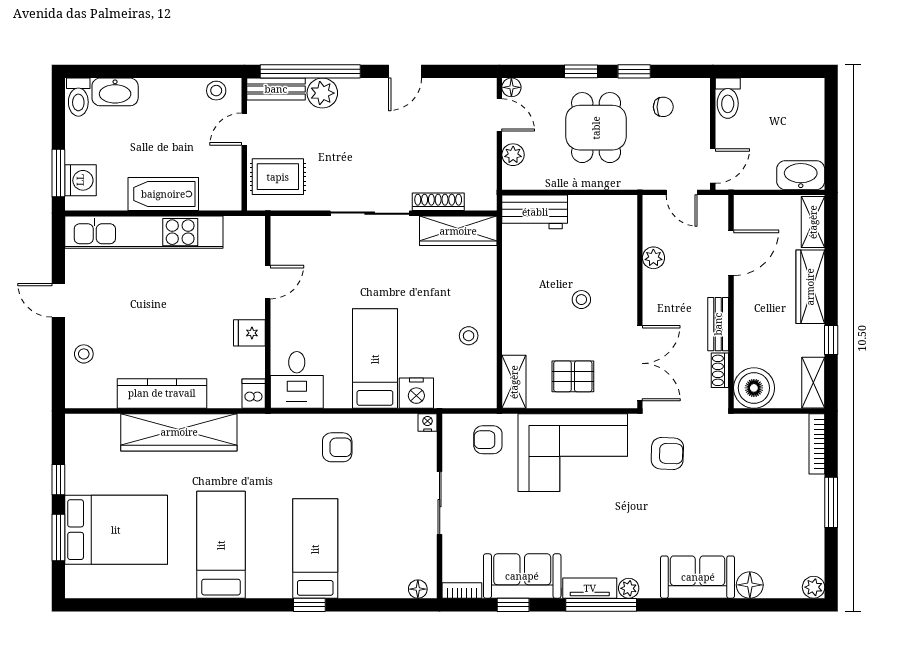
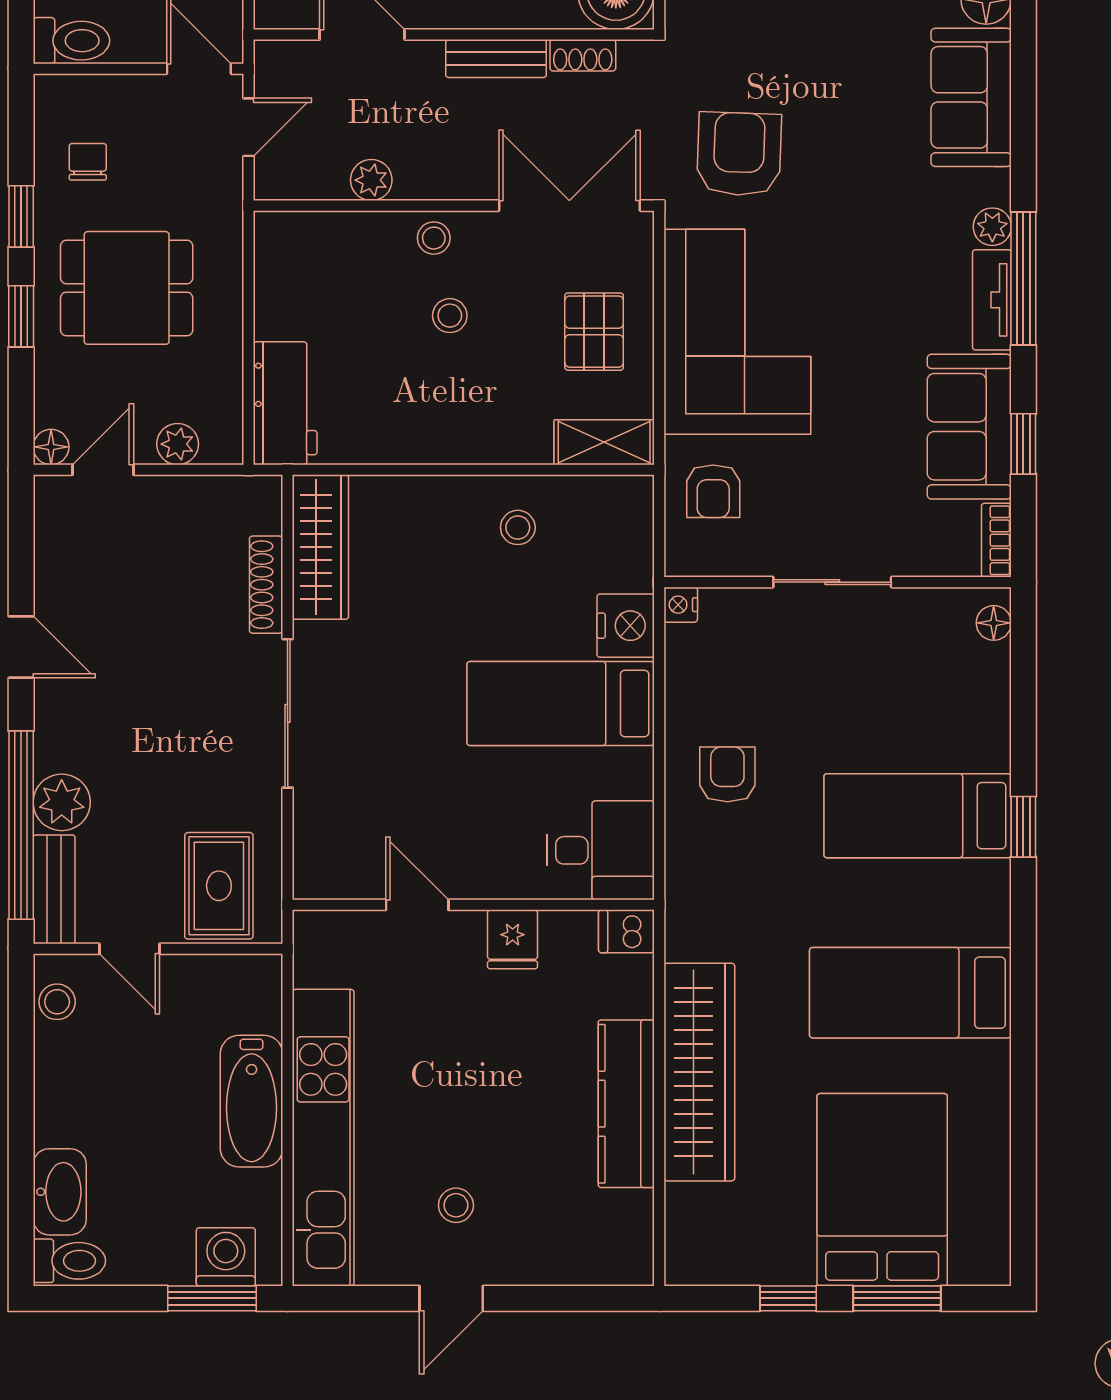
stool: (623, 291) -> (434, 238), added
stool: (84, 354) -> (456, 1205), moved
armchair: (667, 453) -> (739, 154), width x1.38, depth x1.38

